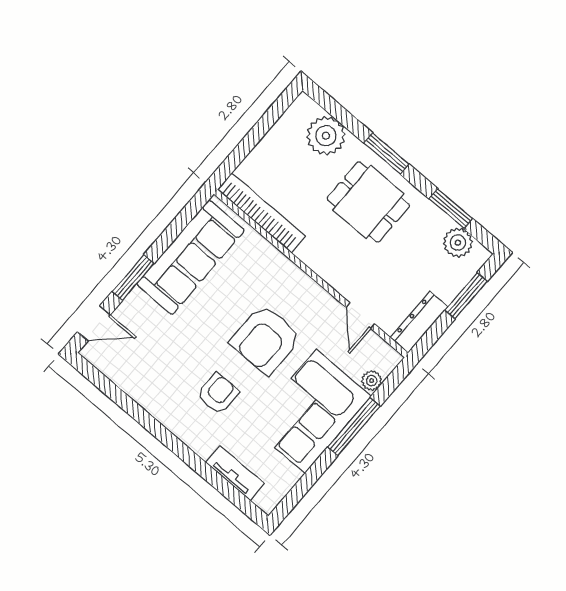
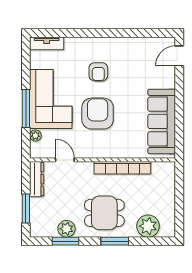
bookcase: (261, 213) -> (122, 168), moved
plant: (458, 243) -> (67, 229), moved
window: (133, 278) -> (179, 91), removed
tv unit: (235, 473) -> (47, 43), moved

